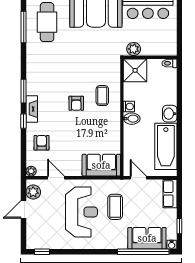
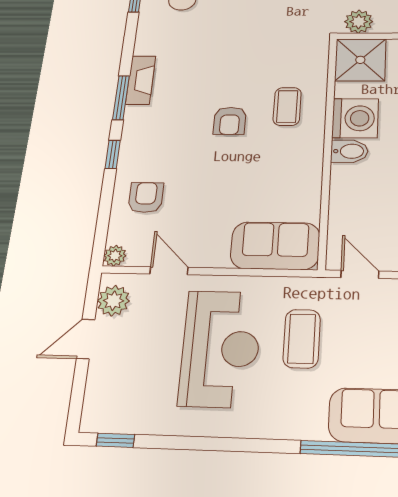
washing machine: (129, 106) -> (355, 118), width x1.89, depth x1.89
fireplace: (32, 109) -> (141, 80), moved

